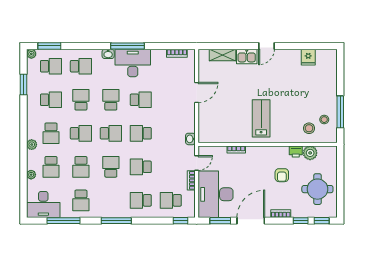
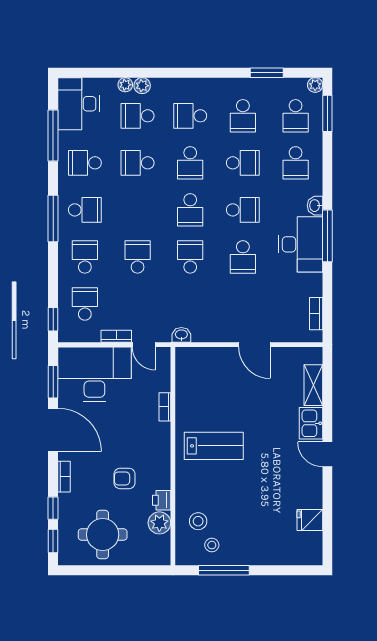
plant: (32, 145) -> (142, 86), moved
school desk: (111, 167) -> (85, 210), moved

